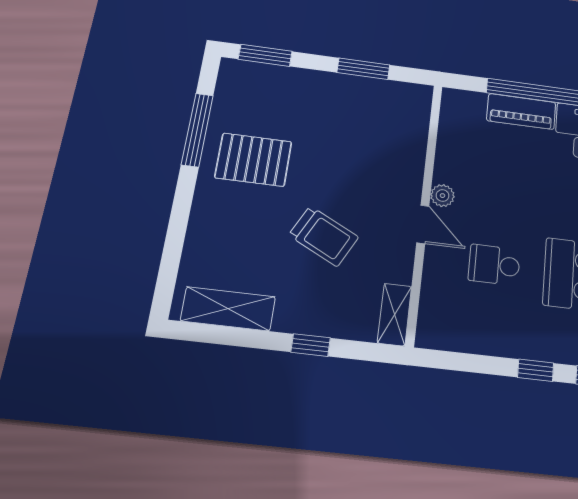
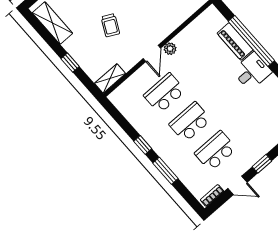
trolley: (324, 236) -> (110, 25), width x0.73, depth x0.72
school desk: (494, 265) -> (165, 93), width x1.85

